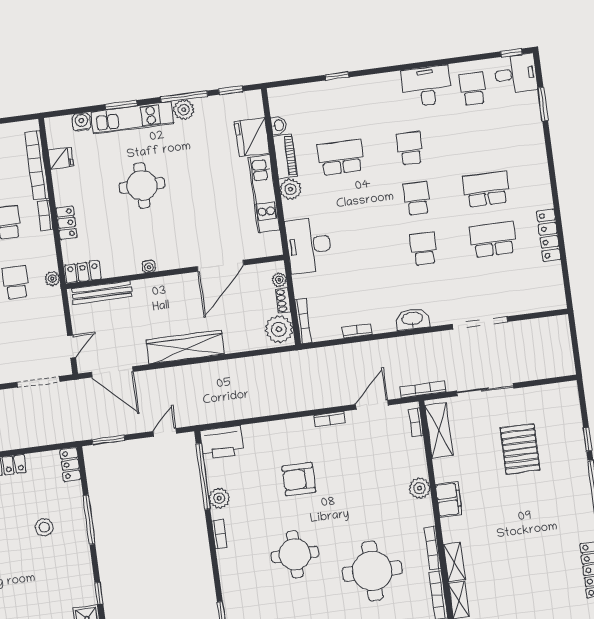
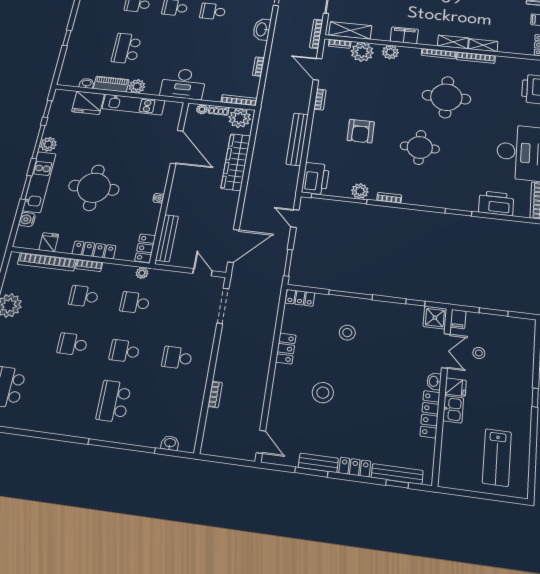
round table: (142, 185) -> (94, 188), width x1.36, depth x1.36
locker: (67, 223) -> (94, 250), width x1.53
wardrobe: (185, 347) -> (236, 162), moved
bench: (268, 407) -> (297, 139), added
plant: (411, 453) -> (362, 52), added

